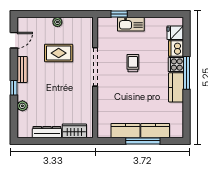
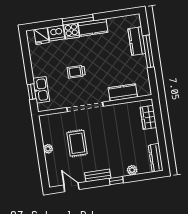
kitchen sink: (131, 24) -> (41, 90), moved
kitchen counter: (125, 131) -> (123, 92), moved, turned 90
dresser: (47, 132) -> (156, 158), moved

